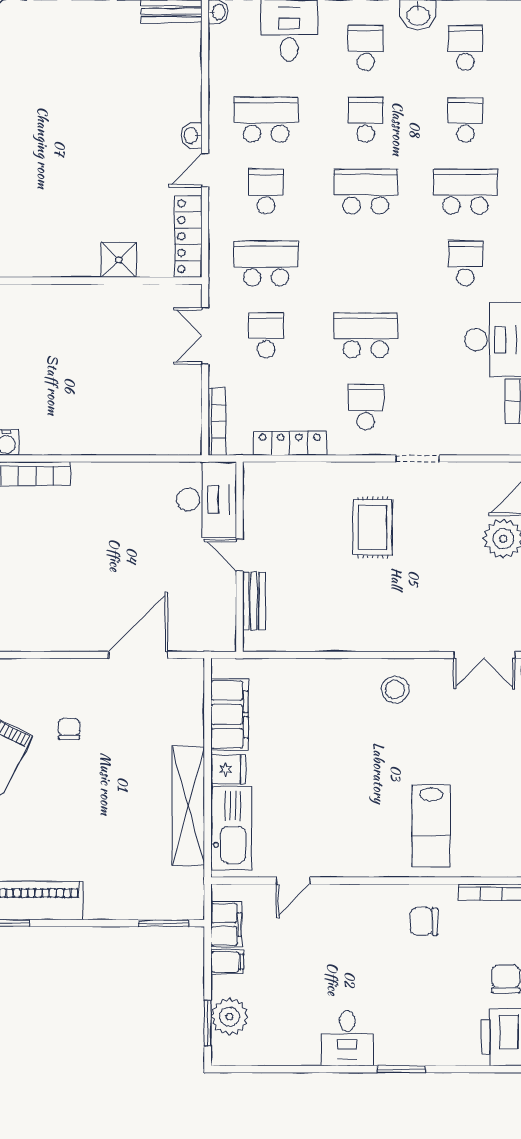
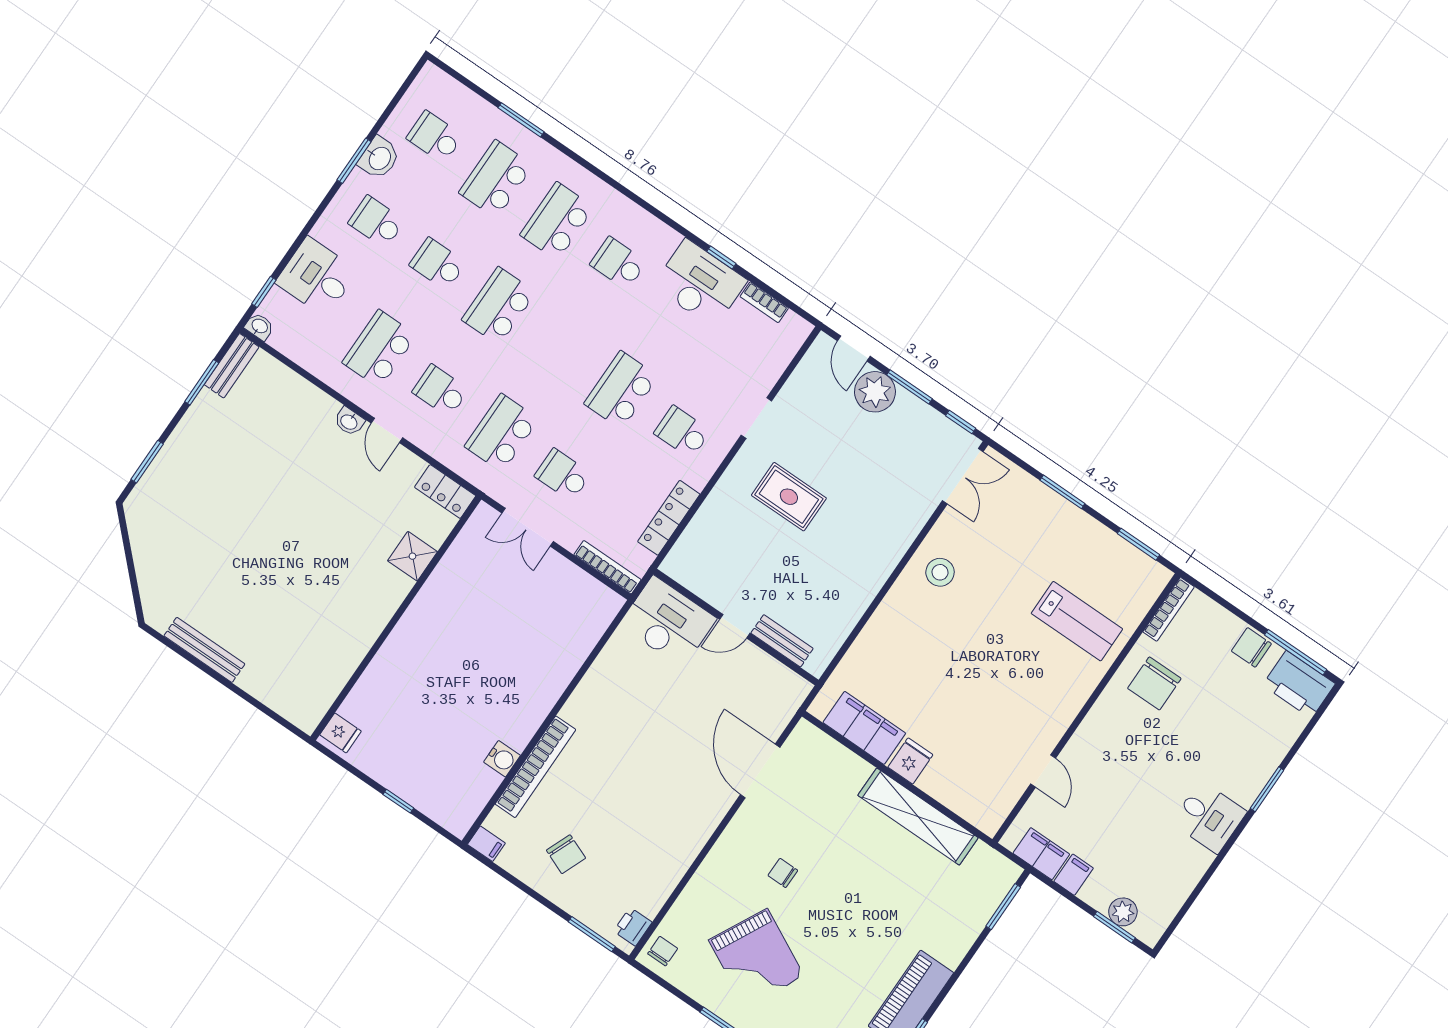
school desk: (465, 120) -> (496, 179), width x1.85
locker: (188, 236) -> (445, 492), width x0.66
kitchen sink: (231, 828) -> (962, 793), removed
chair: (424, 921) -> (1154, 683), width x1.37, depth x1.37
plant: (229, 1017) -> (1123, 912), width x0.73, depth x0.73

